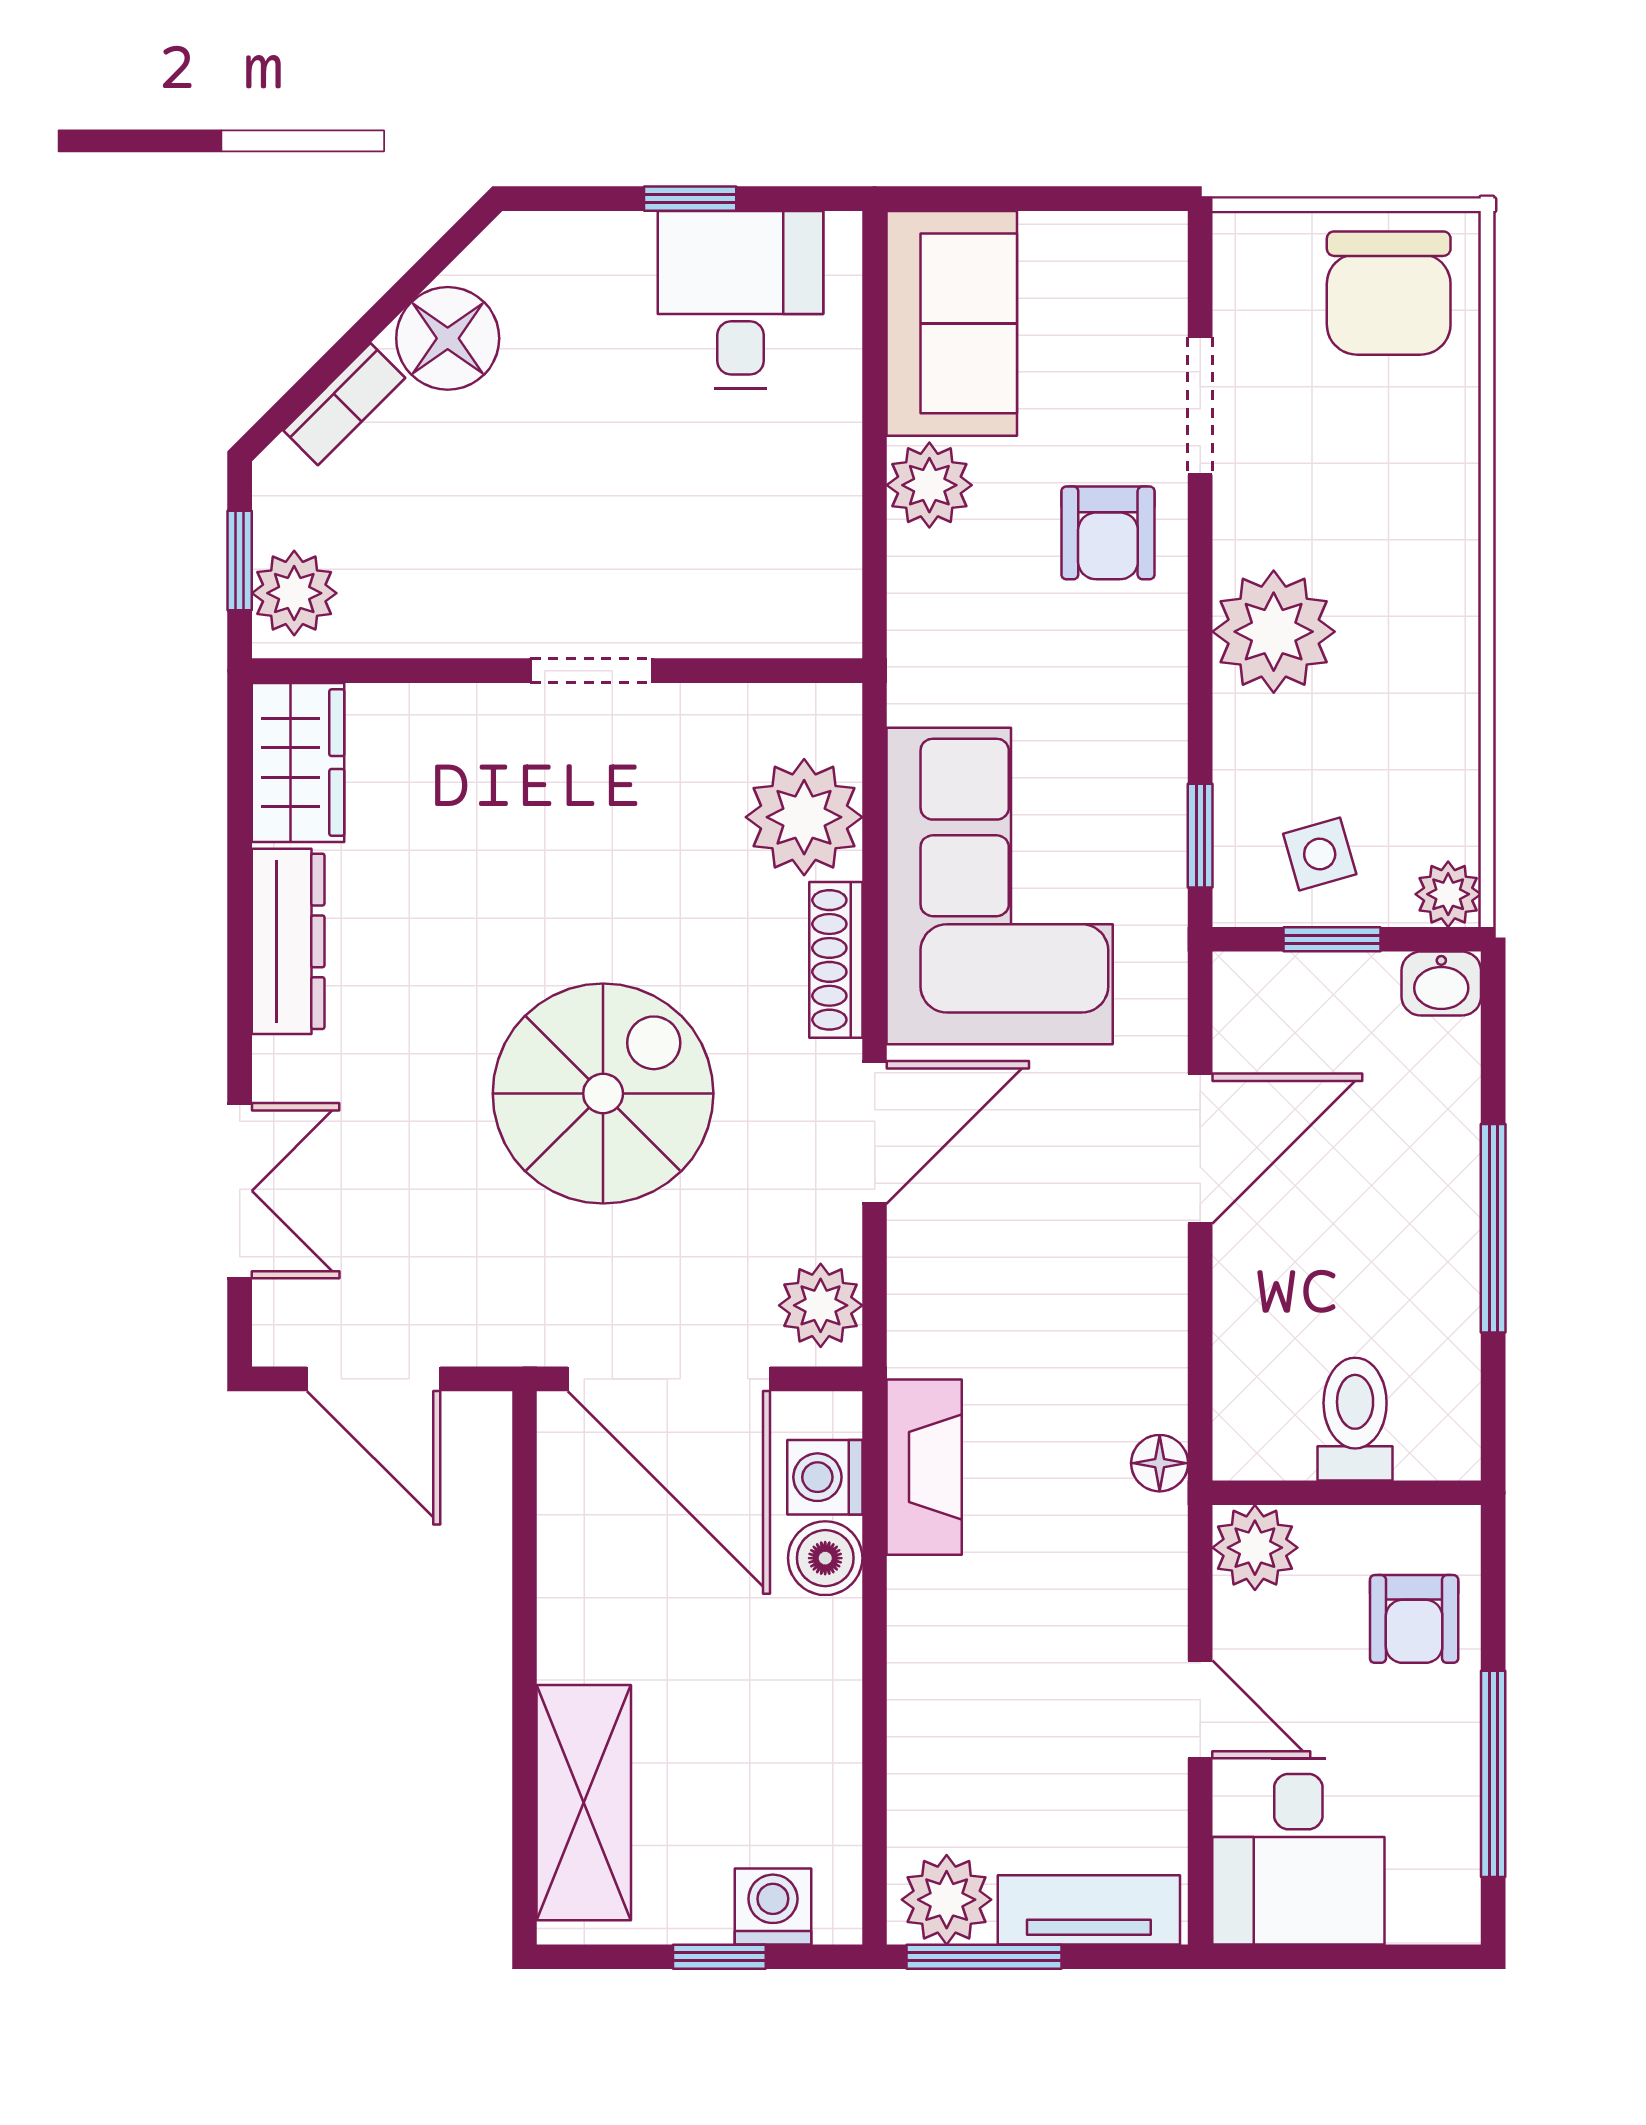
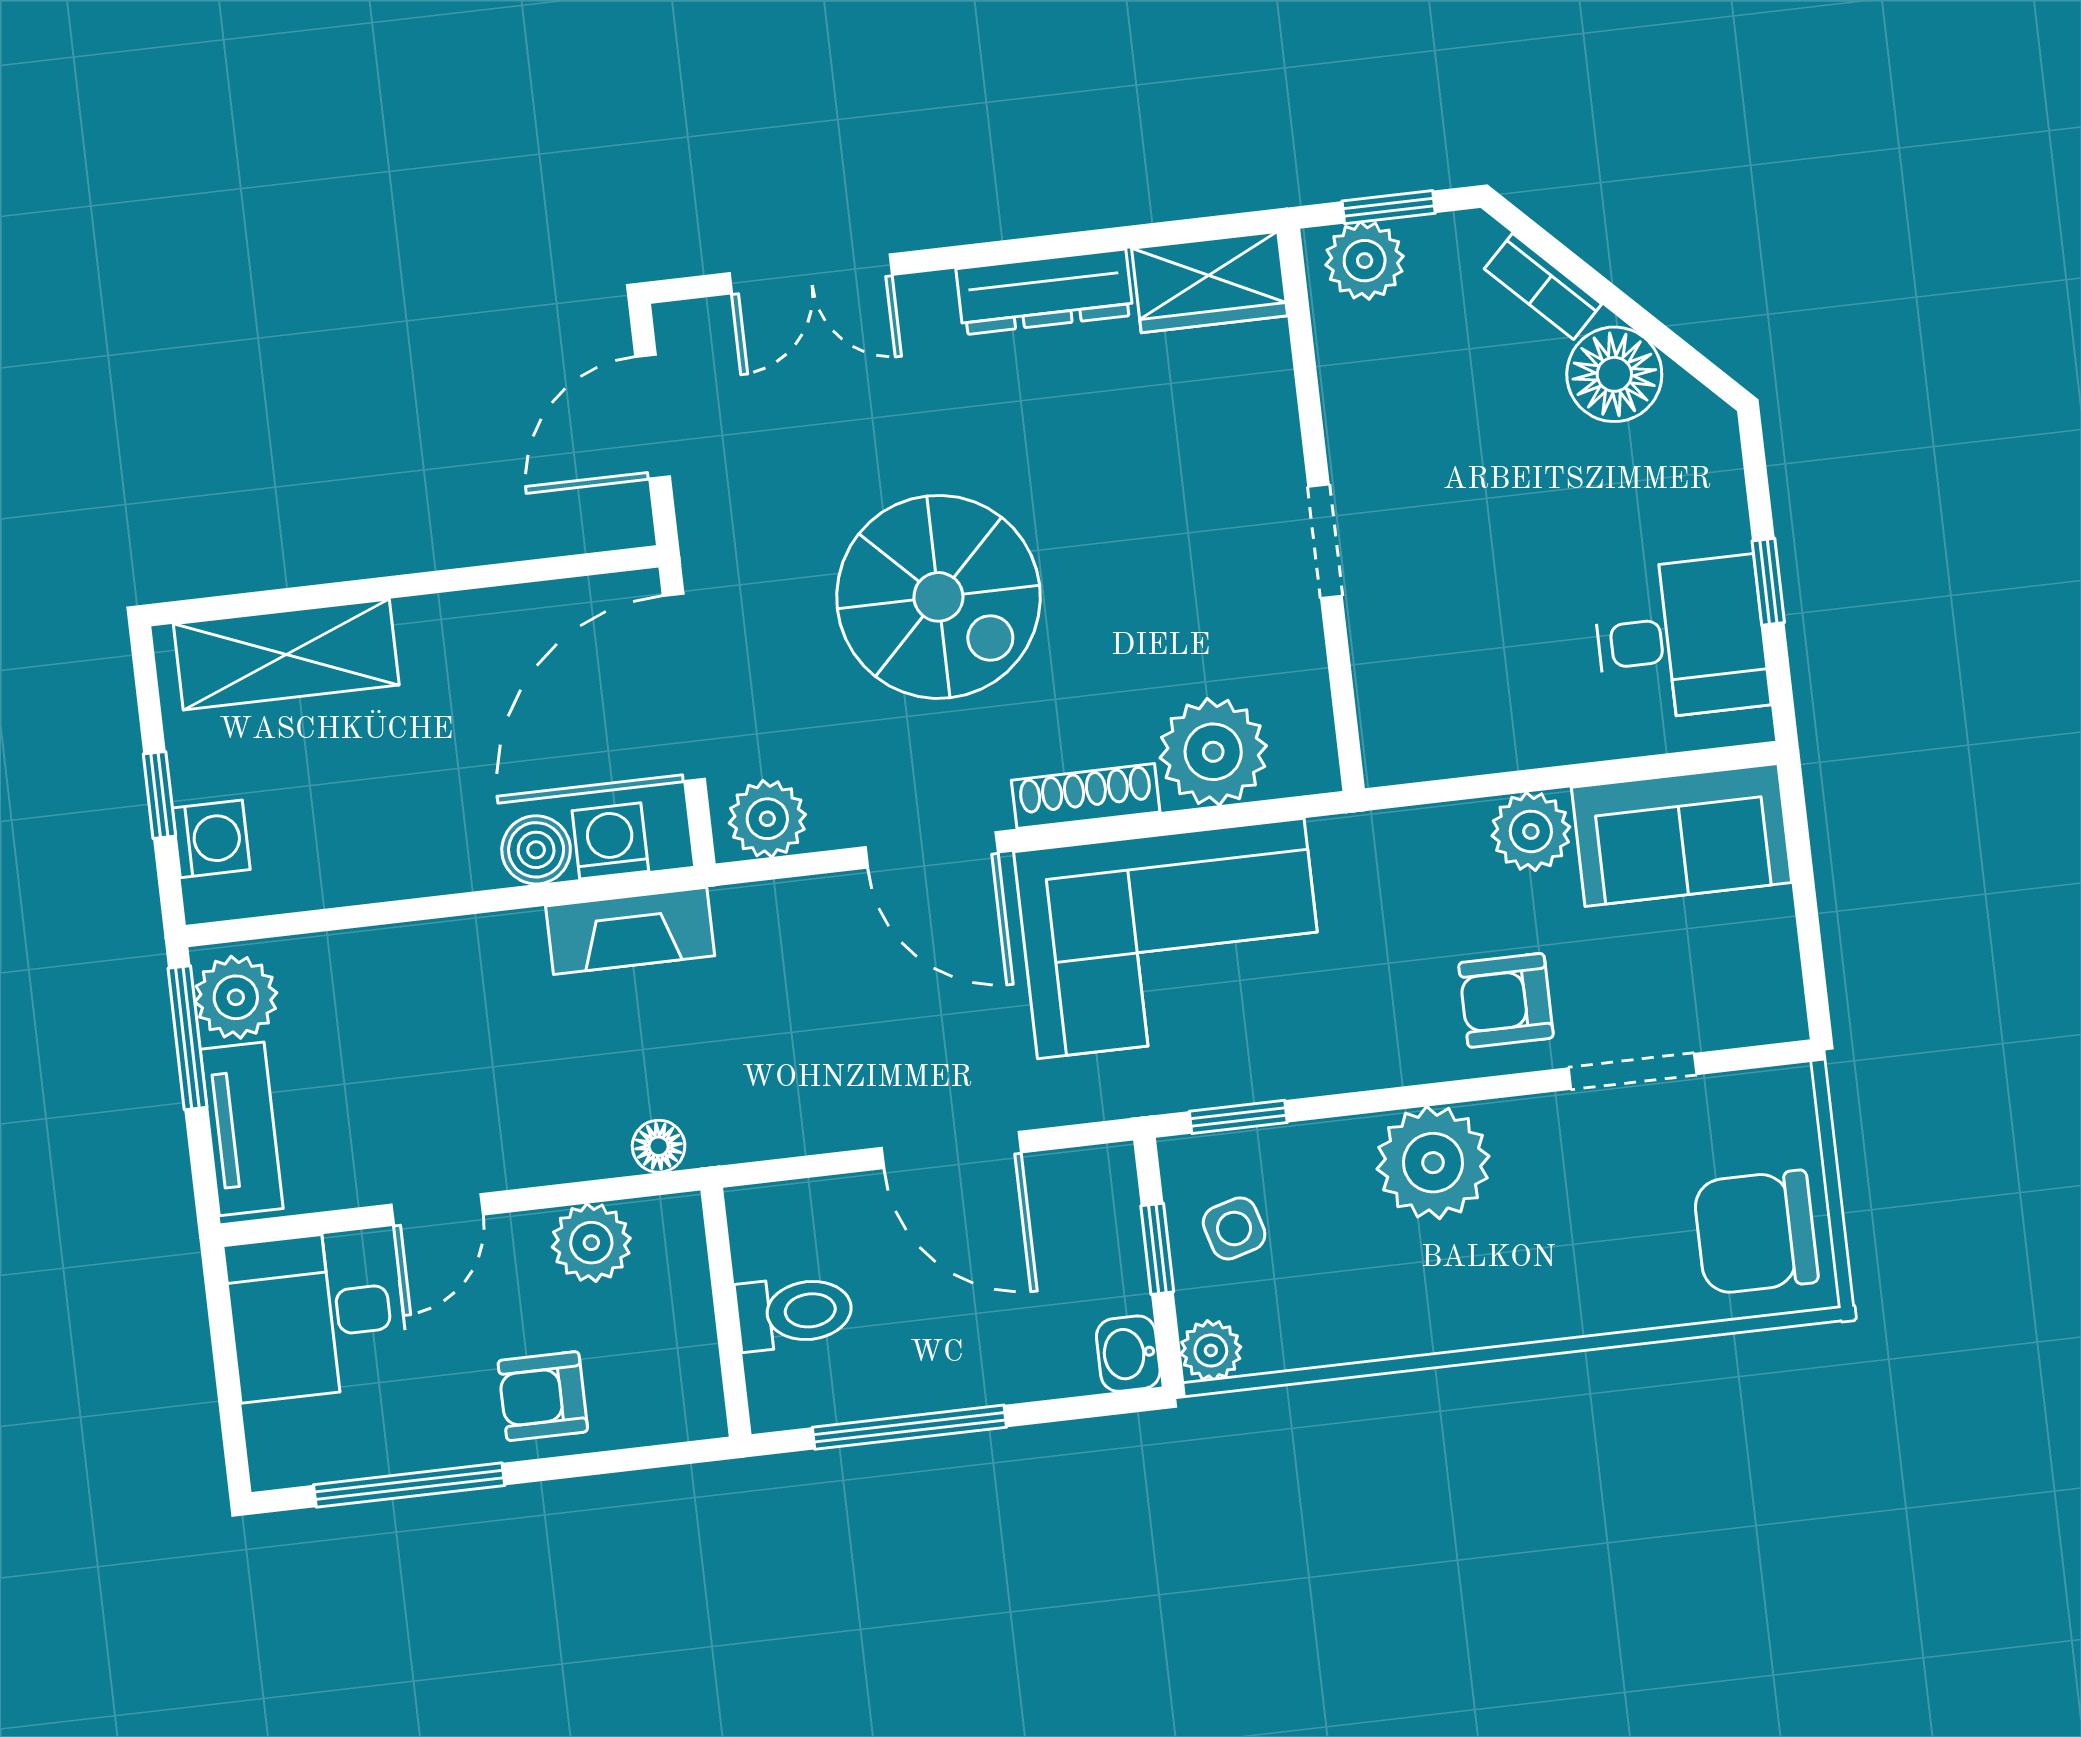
toilet: (1355, 1419) -> (794, 1312), moved
wall: (1347, 1493) -> (726, 1312), moved

